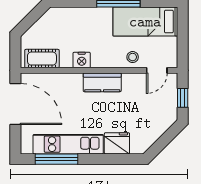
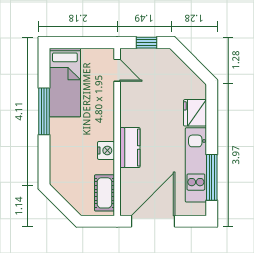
stool: (133, 57) -> (103, 96), removed
kitchen counter: (102, 82) -> (130, 148), moved

